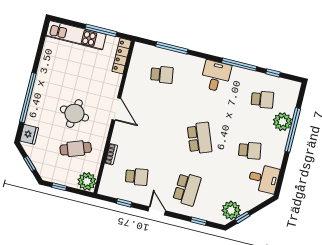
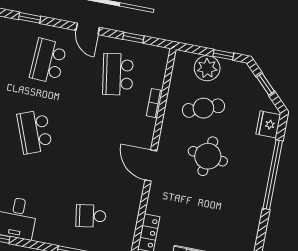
school desk: (137, 177) -> (118, 74), width x1.85
plant: (87, 181) -> (207, 68), moved

